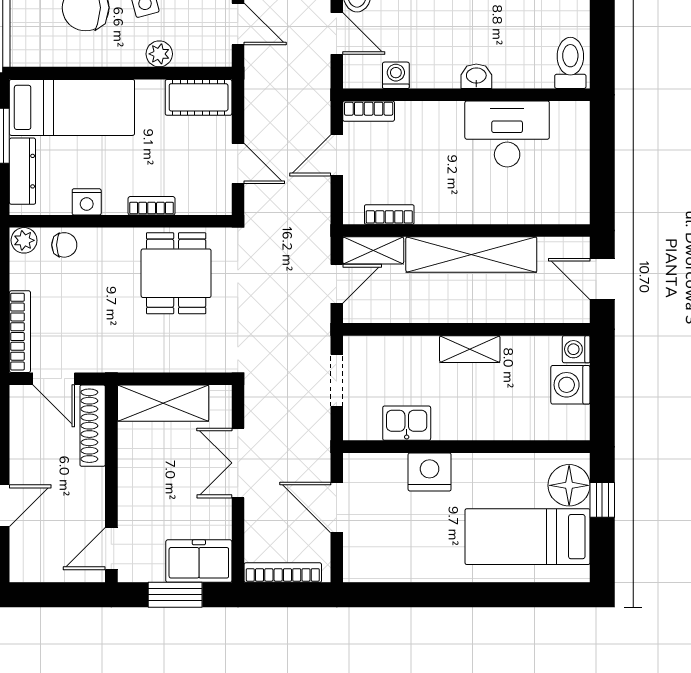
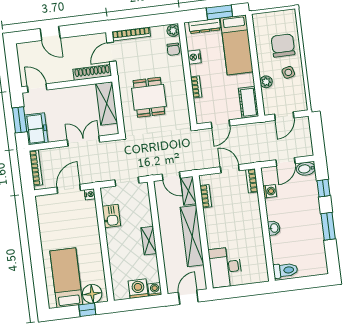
desk: (507, 134) -> (225, 267), moved, turned 180
dining table: (176, 273) -> (149, 97), moved, turned 90
nightstand: (430, 472) -> (90, 194), moved, width x0.53, depth x0.56

